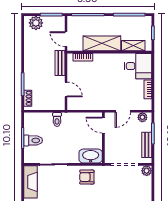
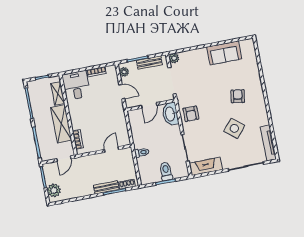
bench: (60, 63) -> (106, 187), moved
door: (103, 125) -> (149, 105), moved

